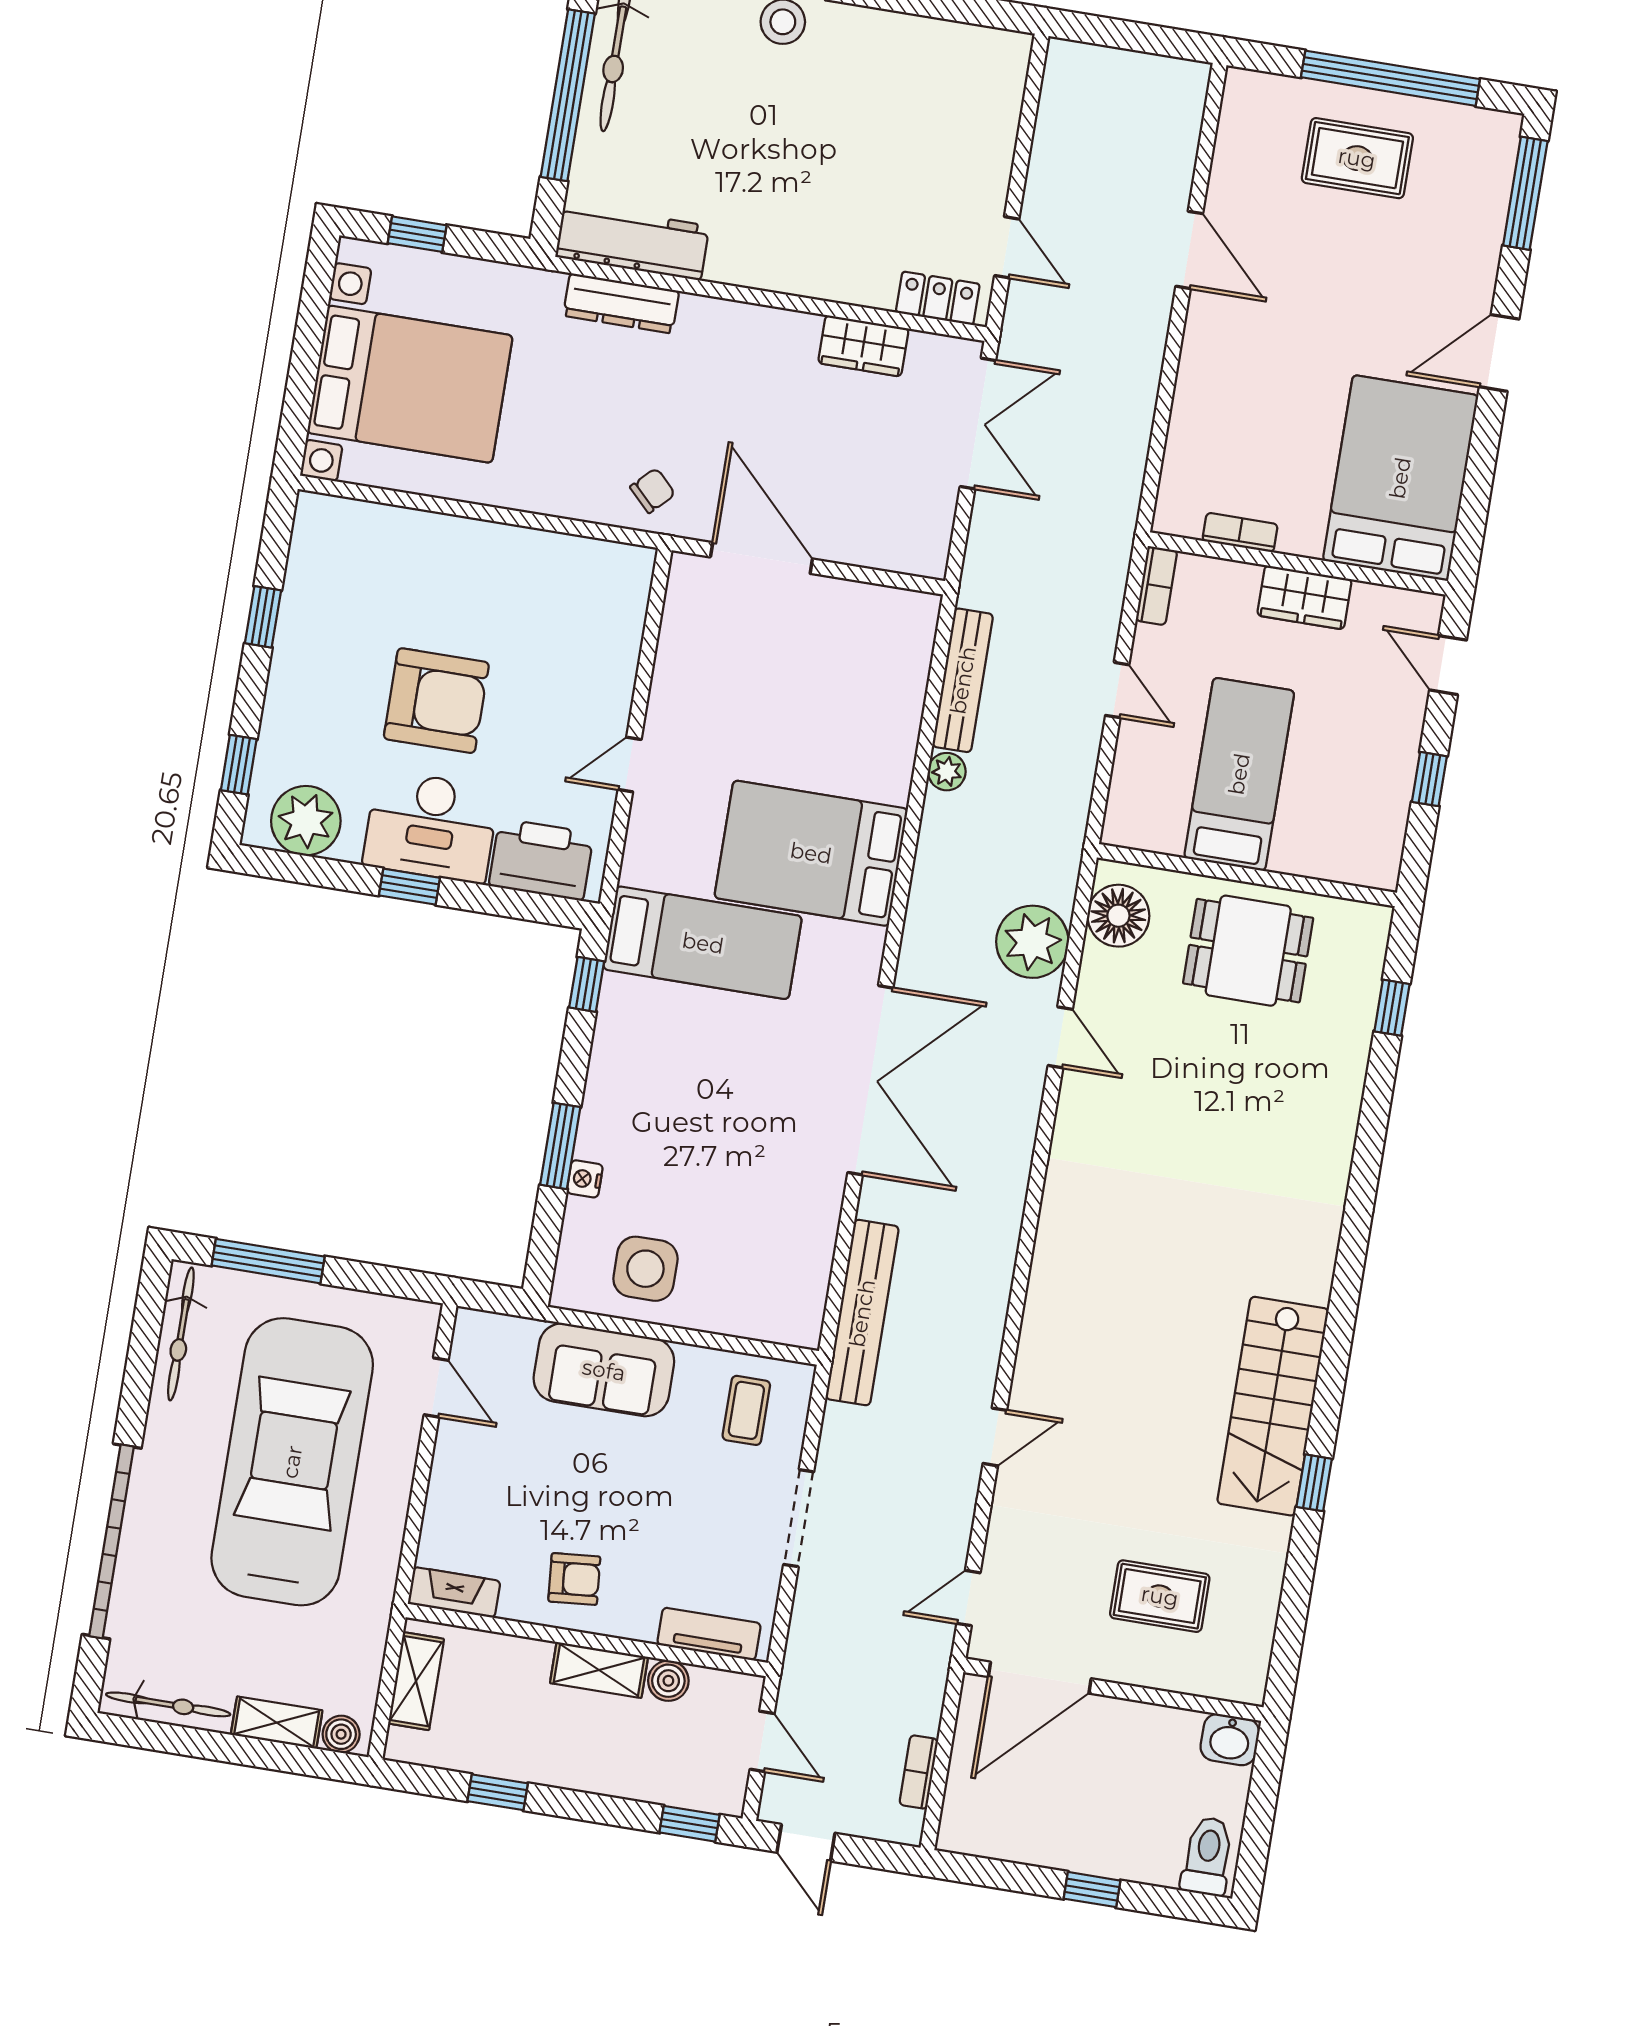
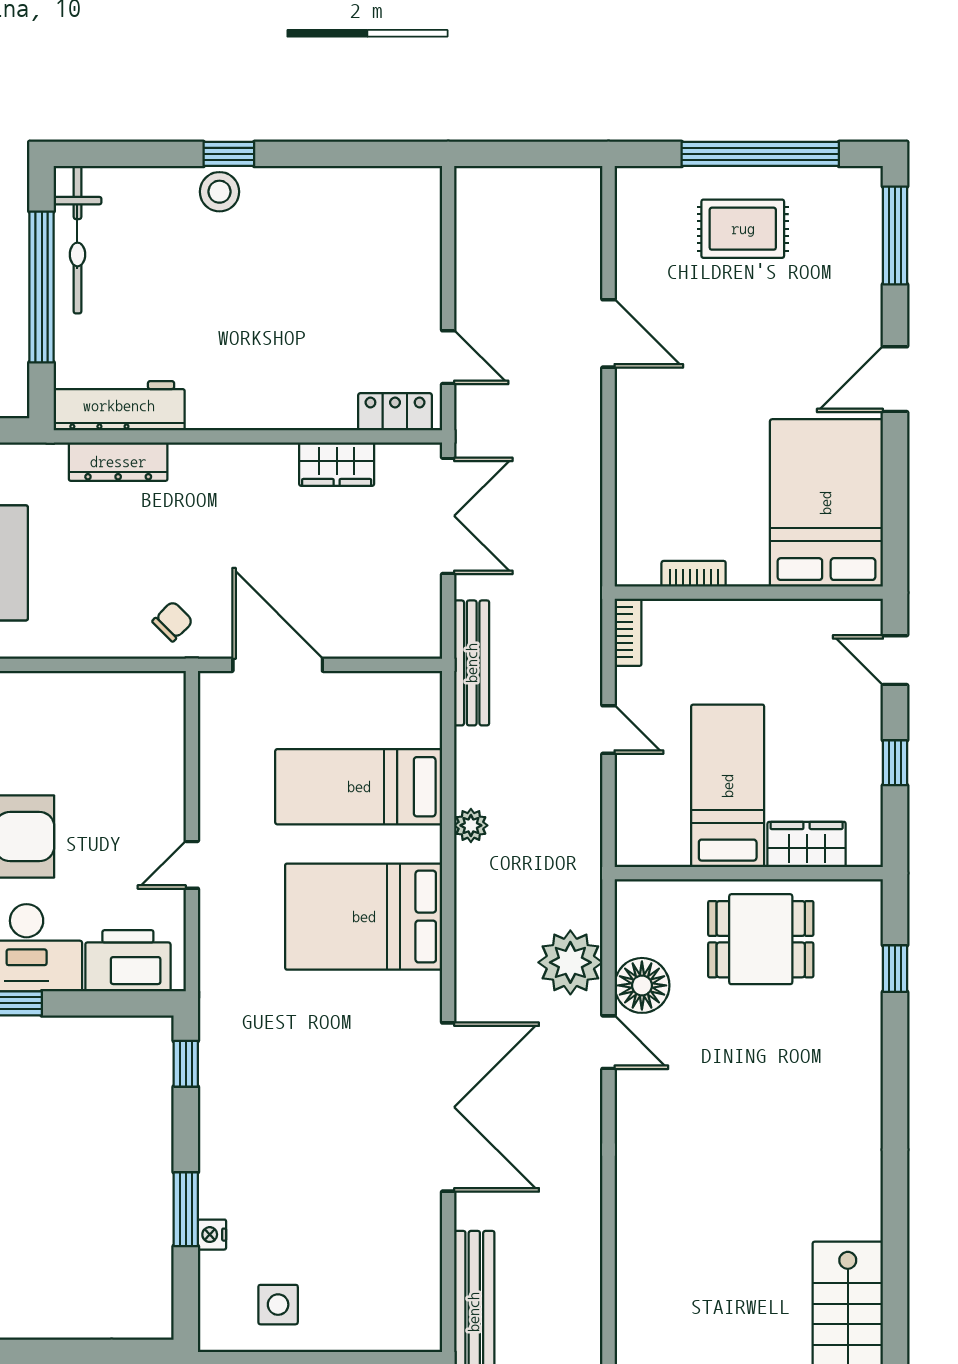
wardrobe: (1304, 597) -> (807, 844), moved, turned 180
bench: (963, 680) -> (472, 663), moved
floor lamp: (1118, 916) -> (642, 985), moved
bed: (703, 943) -> (359, 787), moved, turned 180
side table: (645, 1269) -> (278, 1305), width x0.73, depth x0.73

